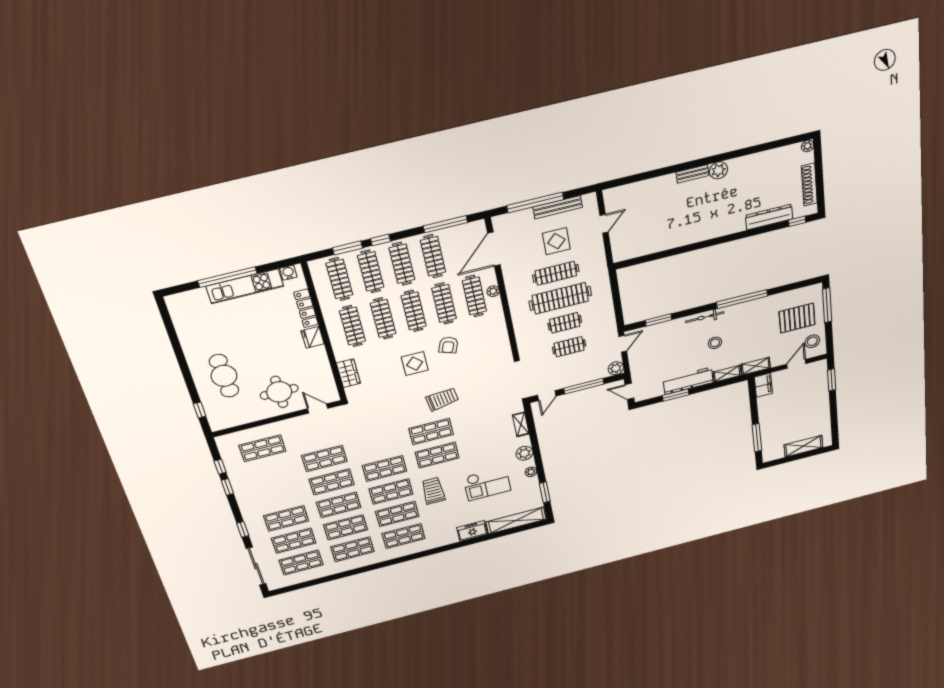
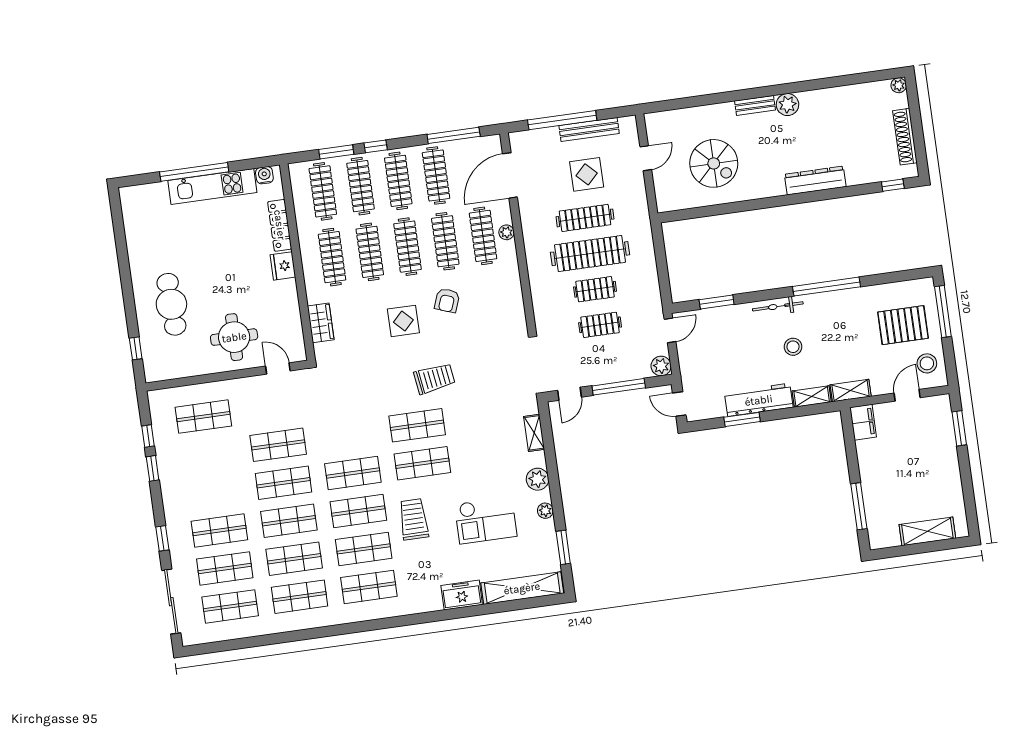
dresser: (769, 217) -> (815, 180), moved
spiral stairs: (658, 221) -> (714, 163), added

